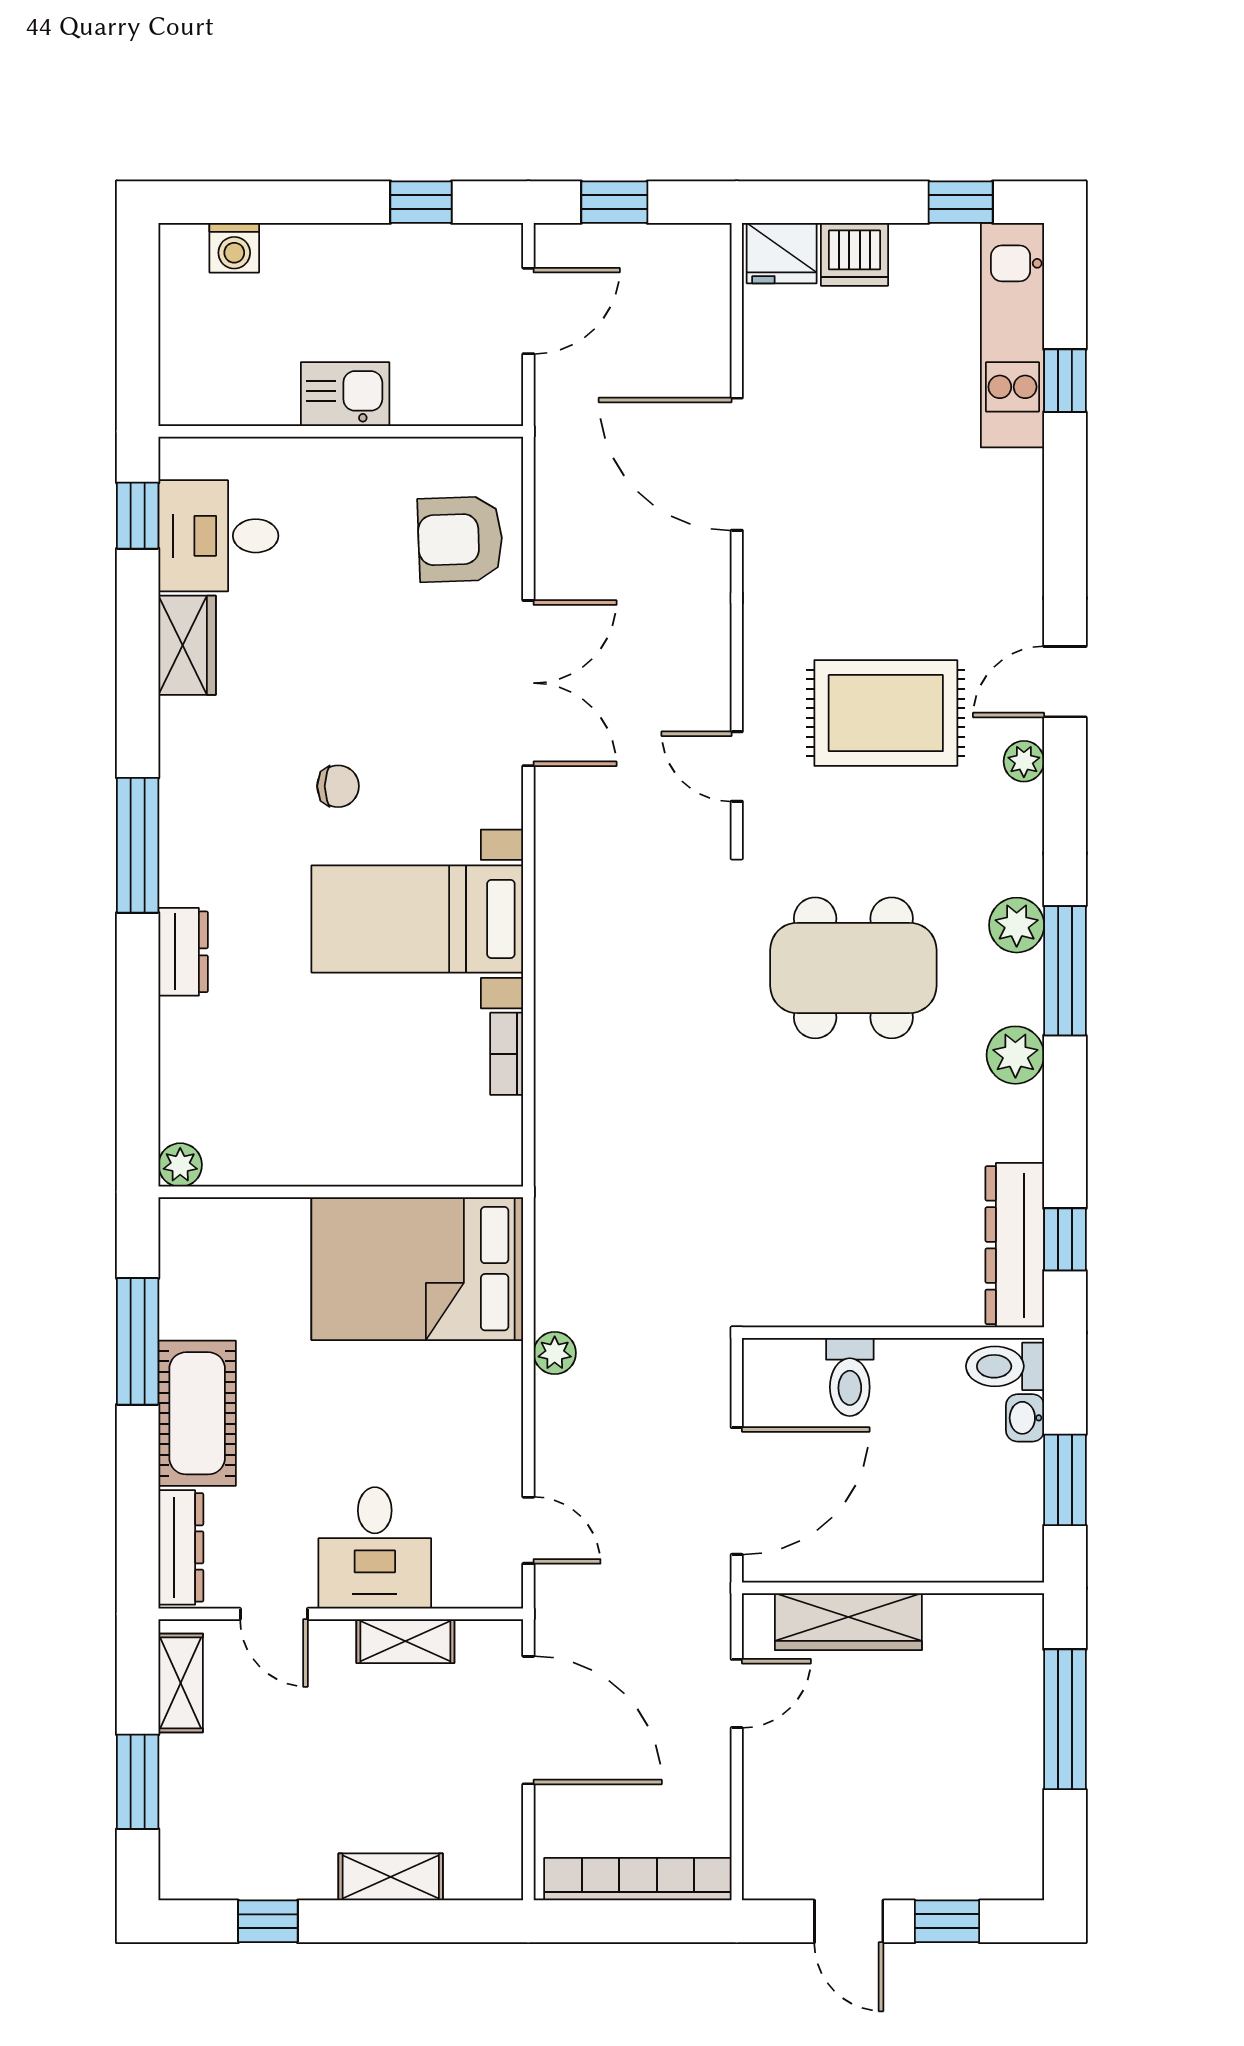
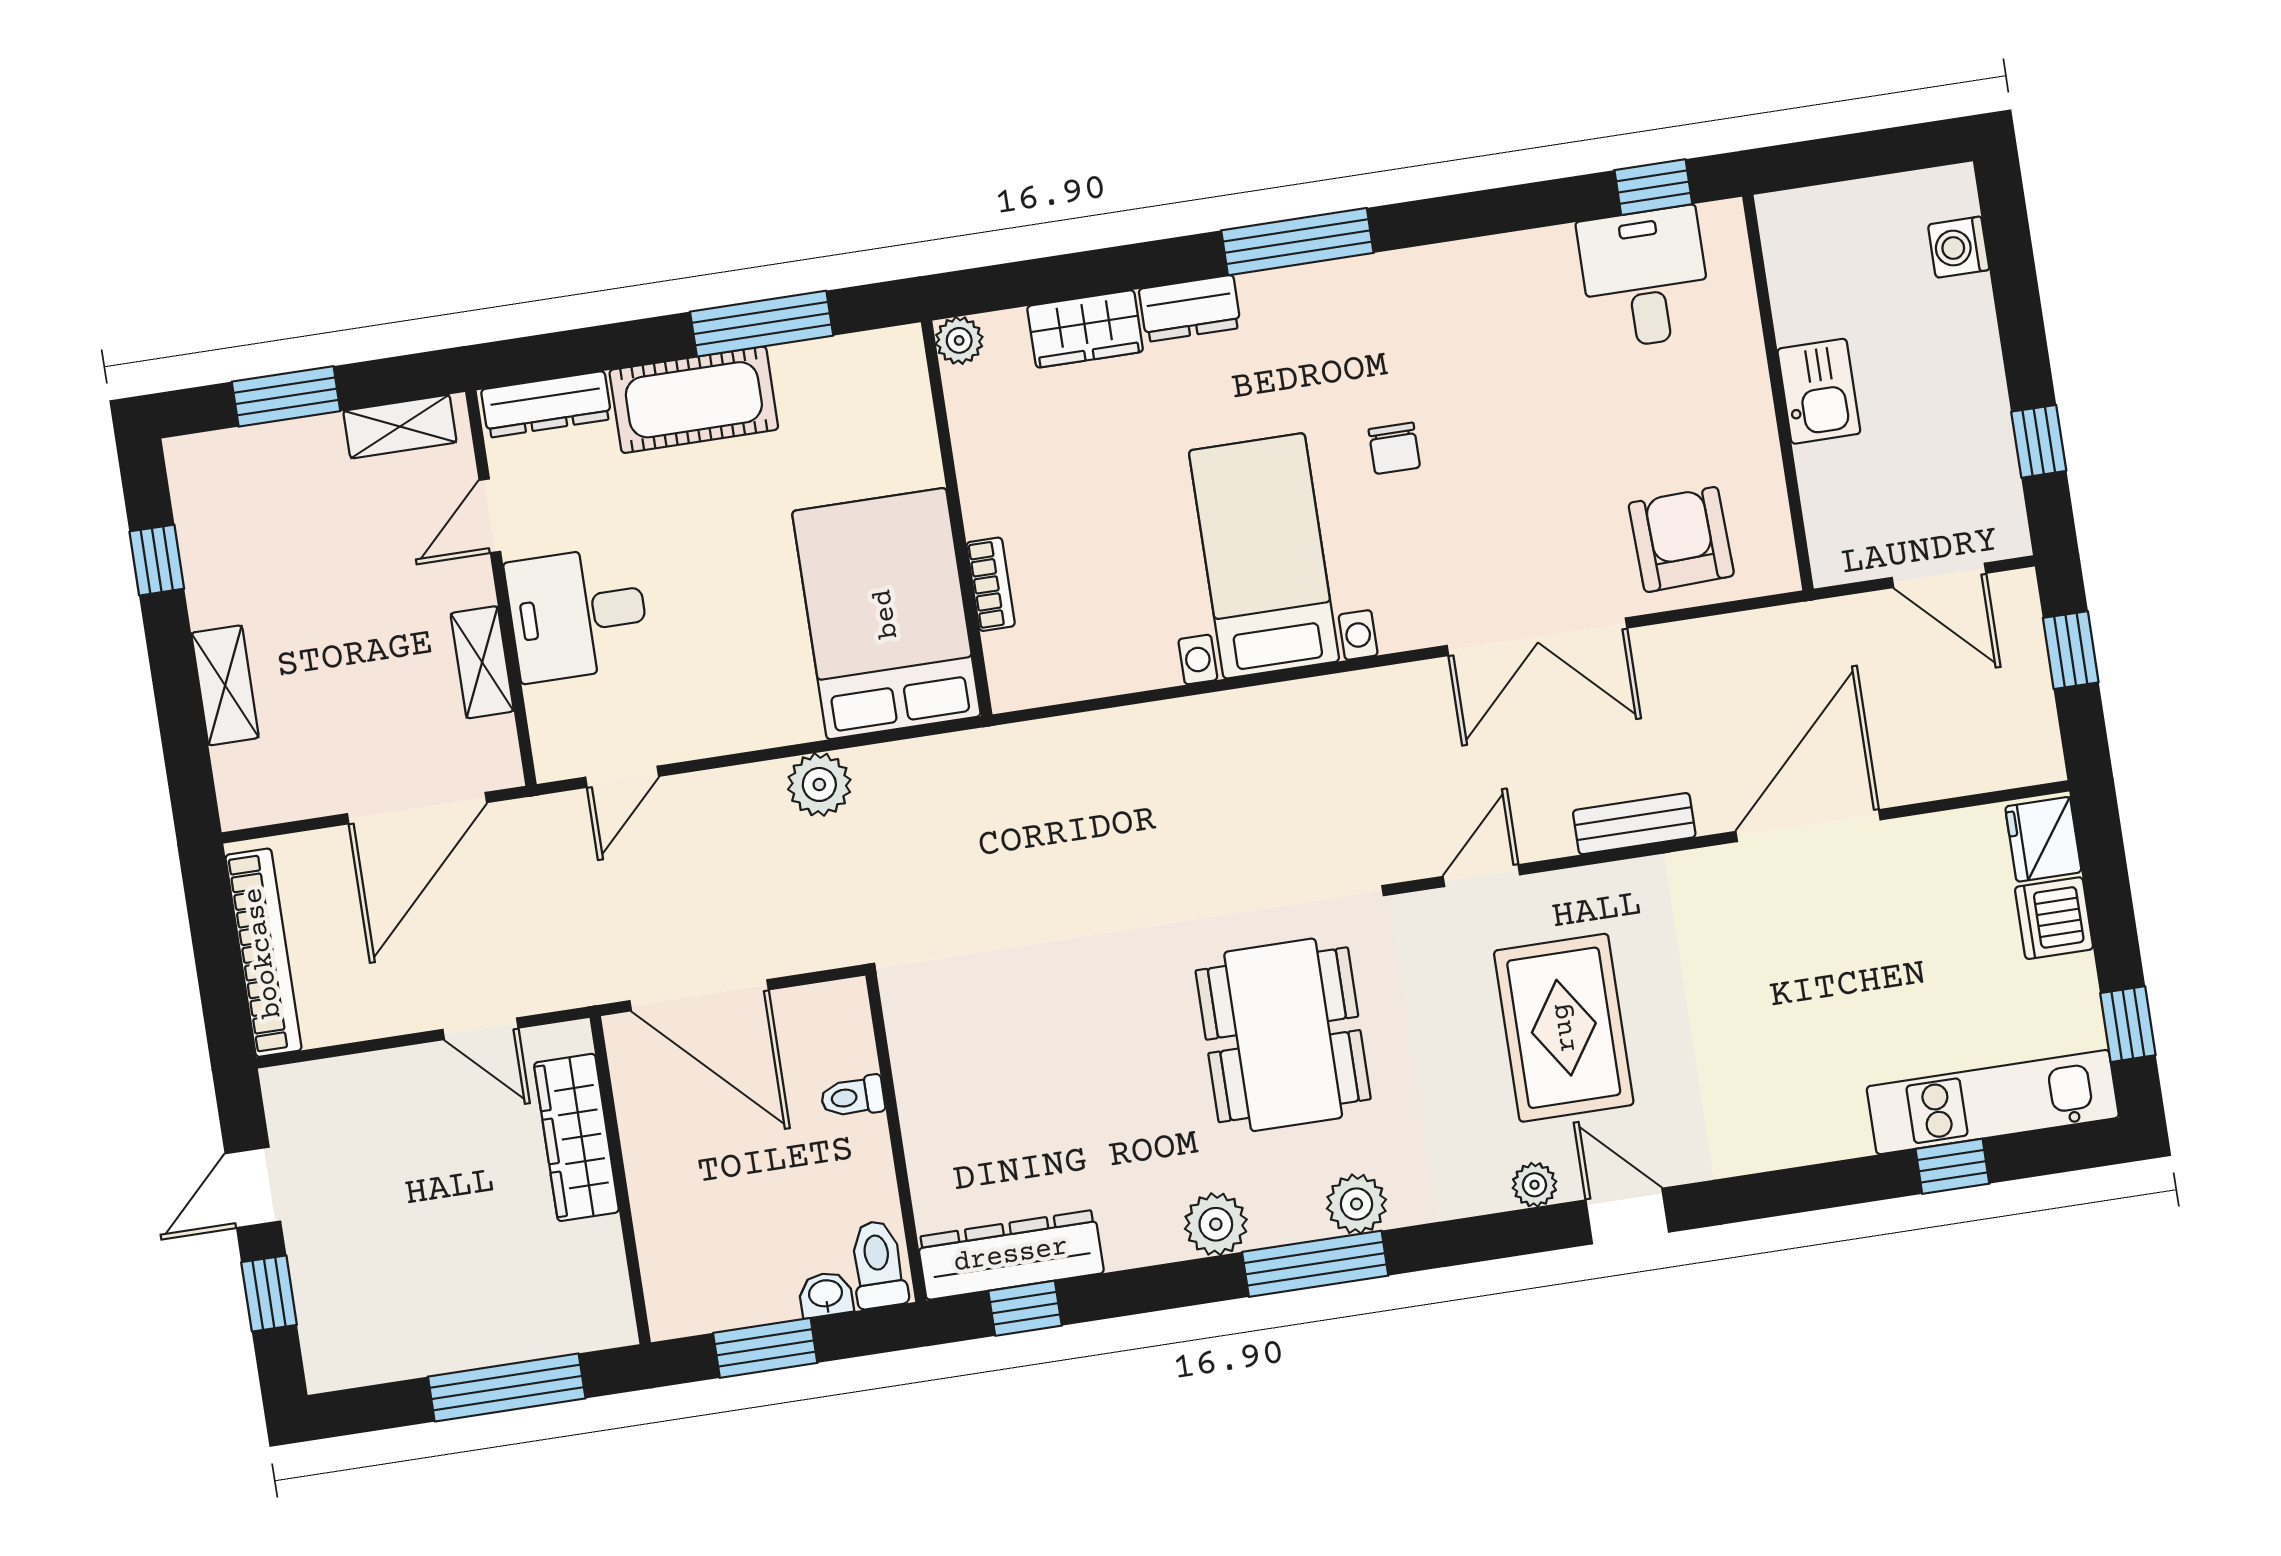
bench: (711, 621) -> (1634, 824), added
wardrobe: (187, 645) -> (1085, 329), moved
bookcase: (507, 1054) -> (991, 584), moved, turned 90
plant: (555, 1353) -> (819, 784), width x1.38, depth x1.38
toilet: (850, 1377) -> (853, 1097), width x0.73, depth x0.72

